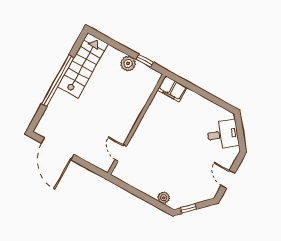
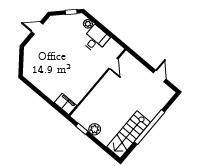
desk: (223, 134) -> (95, 39), moved, turned 128
door: (58, 149) -> (160, 76), width x0.53
door: (228, 179) -> (37, 28), swing flipped

